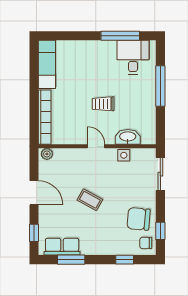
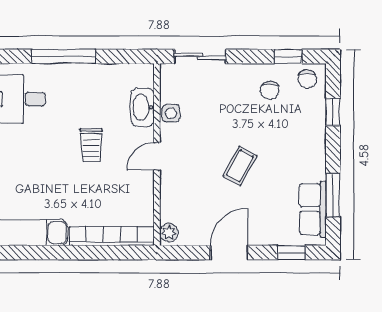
chair: (139, 219) -> (270, 90), width x0.54, depth x0.54

